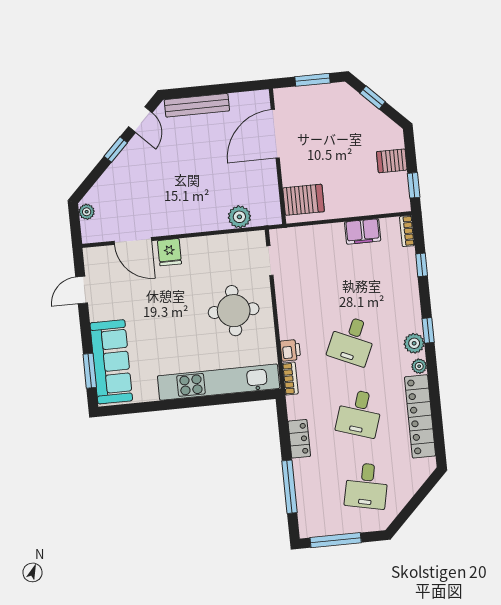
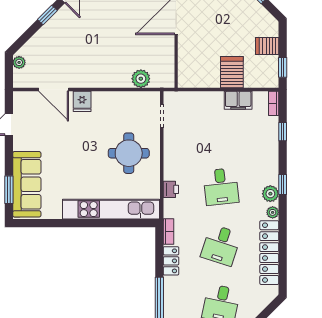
server rack: (304, 200) -> (232, 72), moved, turned -90
desk: (352, 341) -> (221, 187), turned -30
bookcase: (290, 378) -> (169, 231), moved

